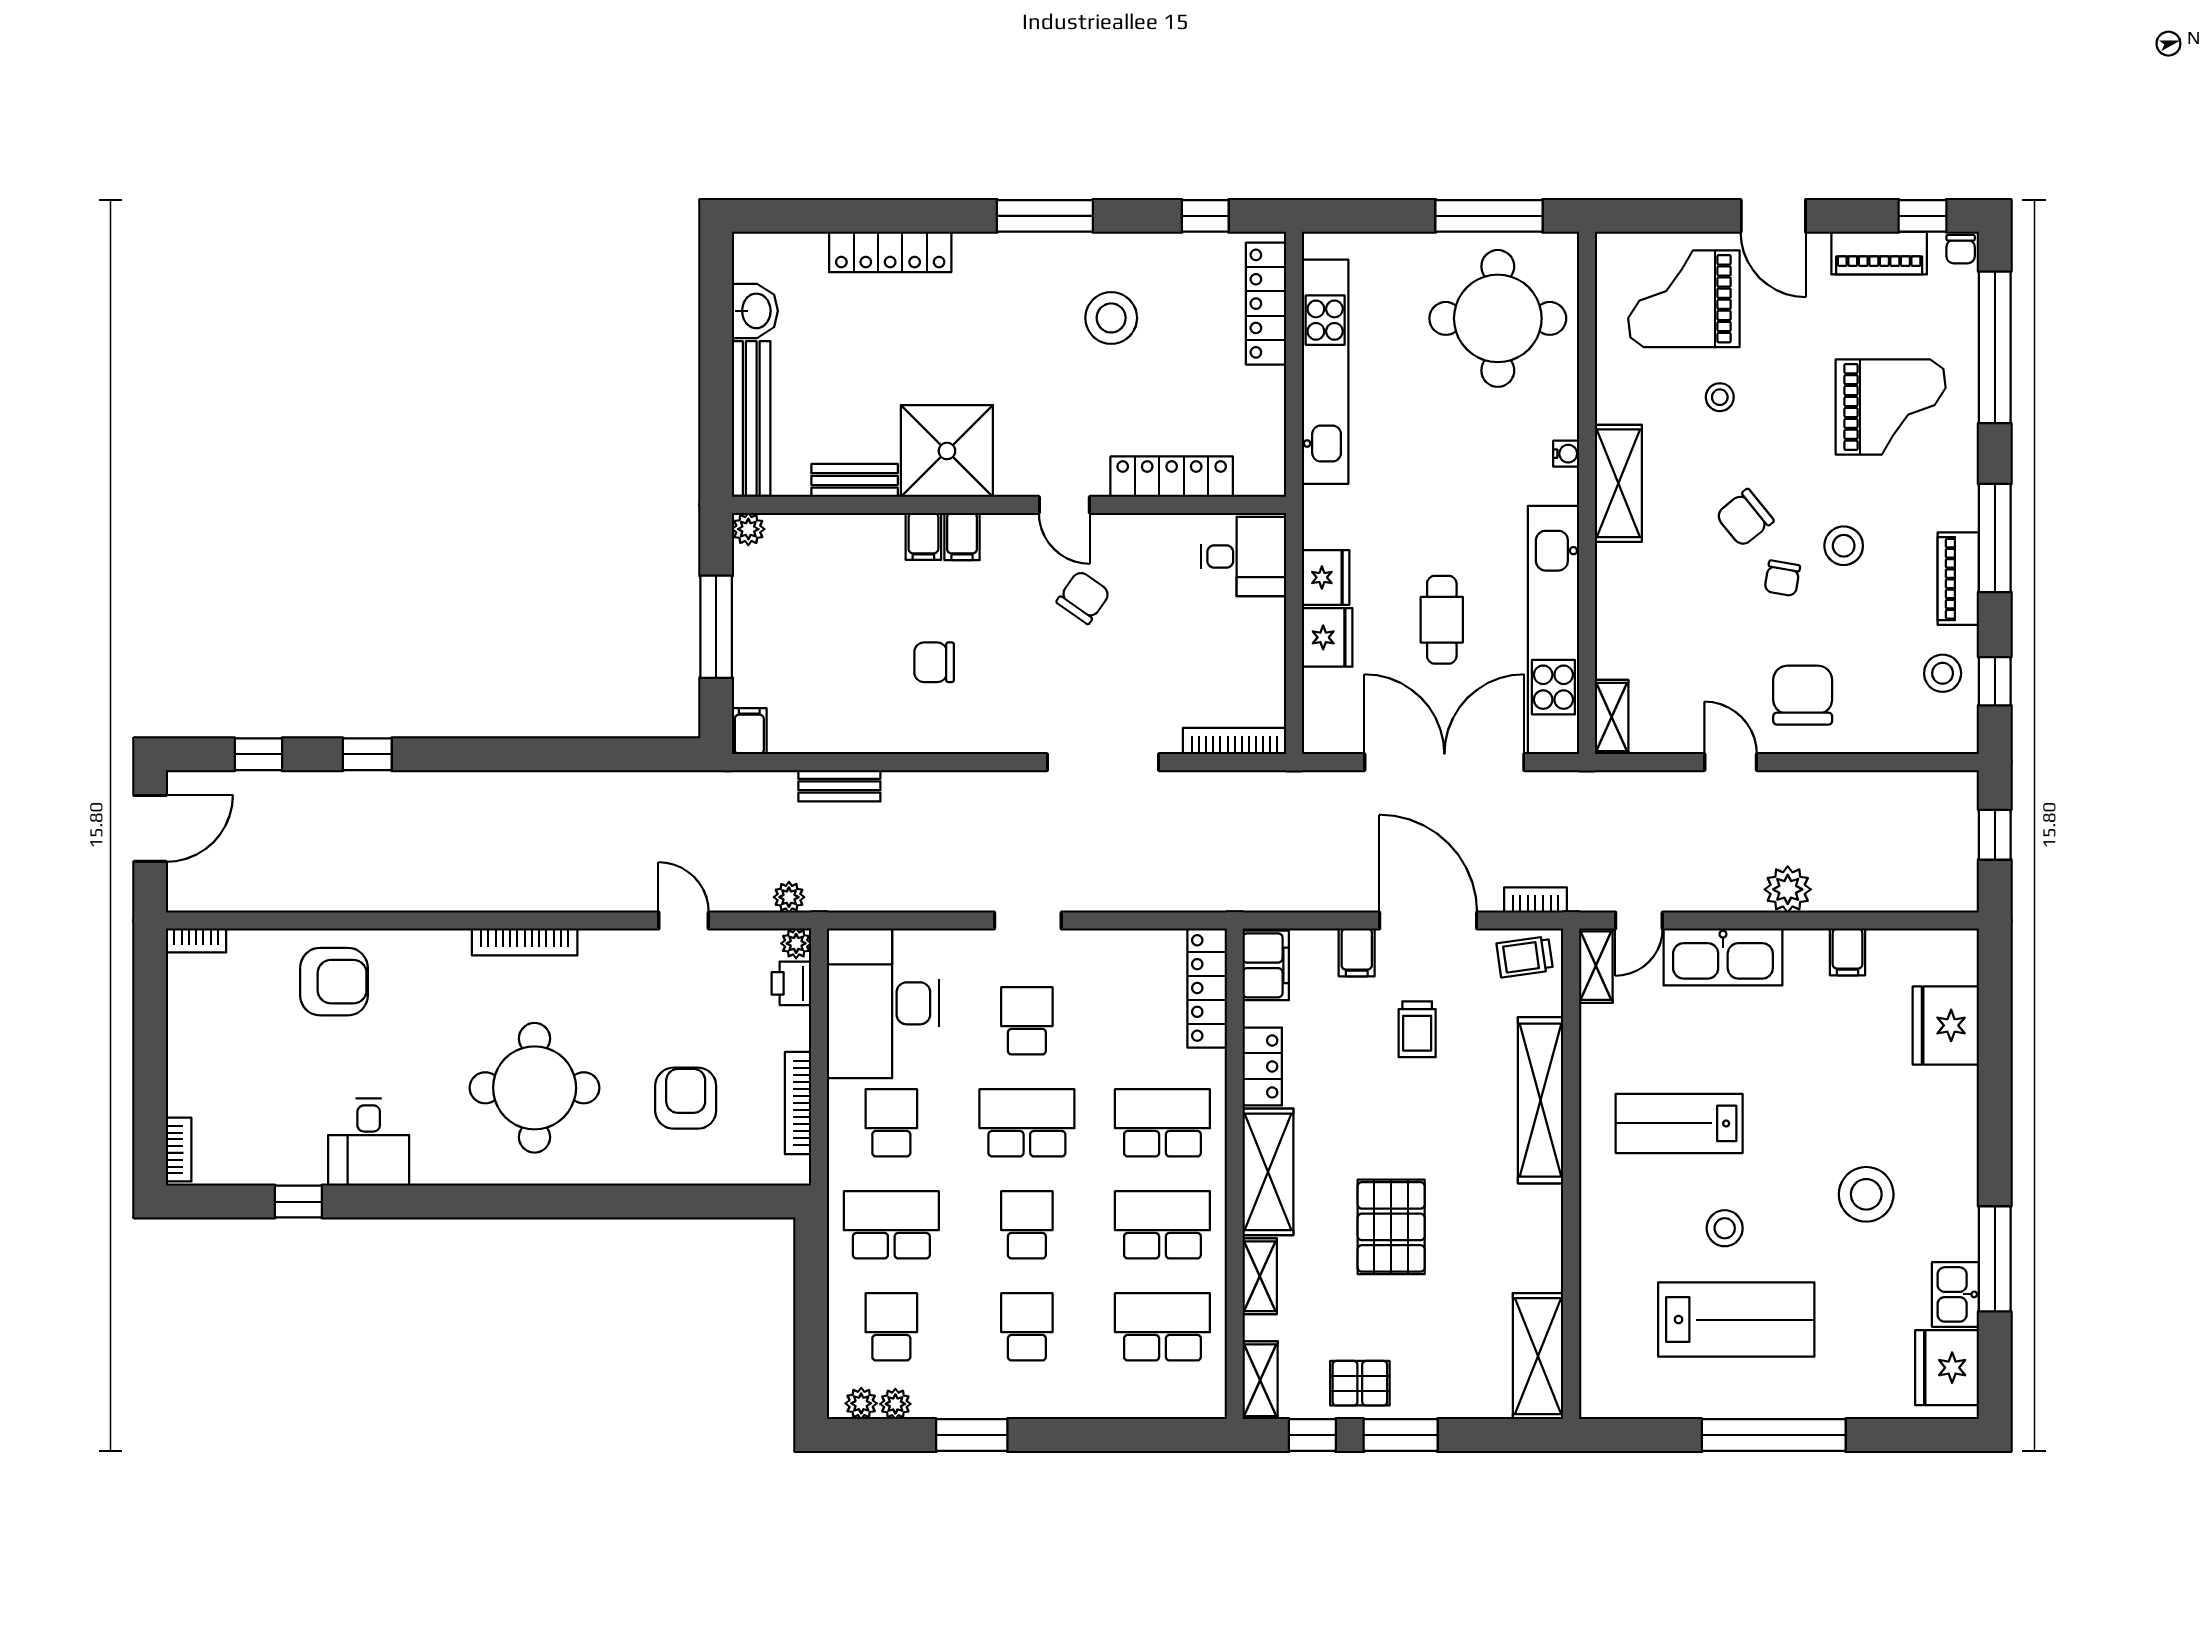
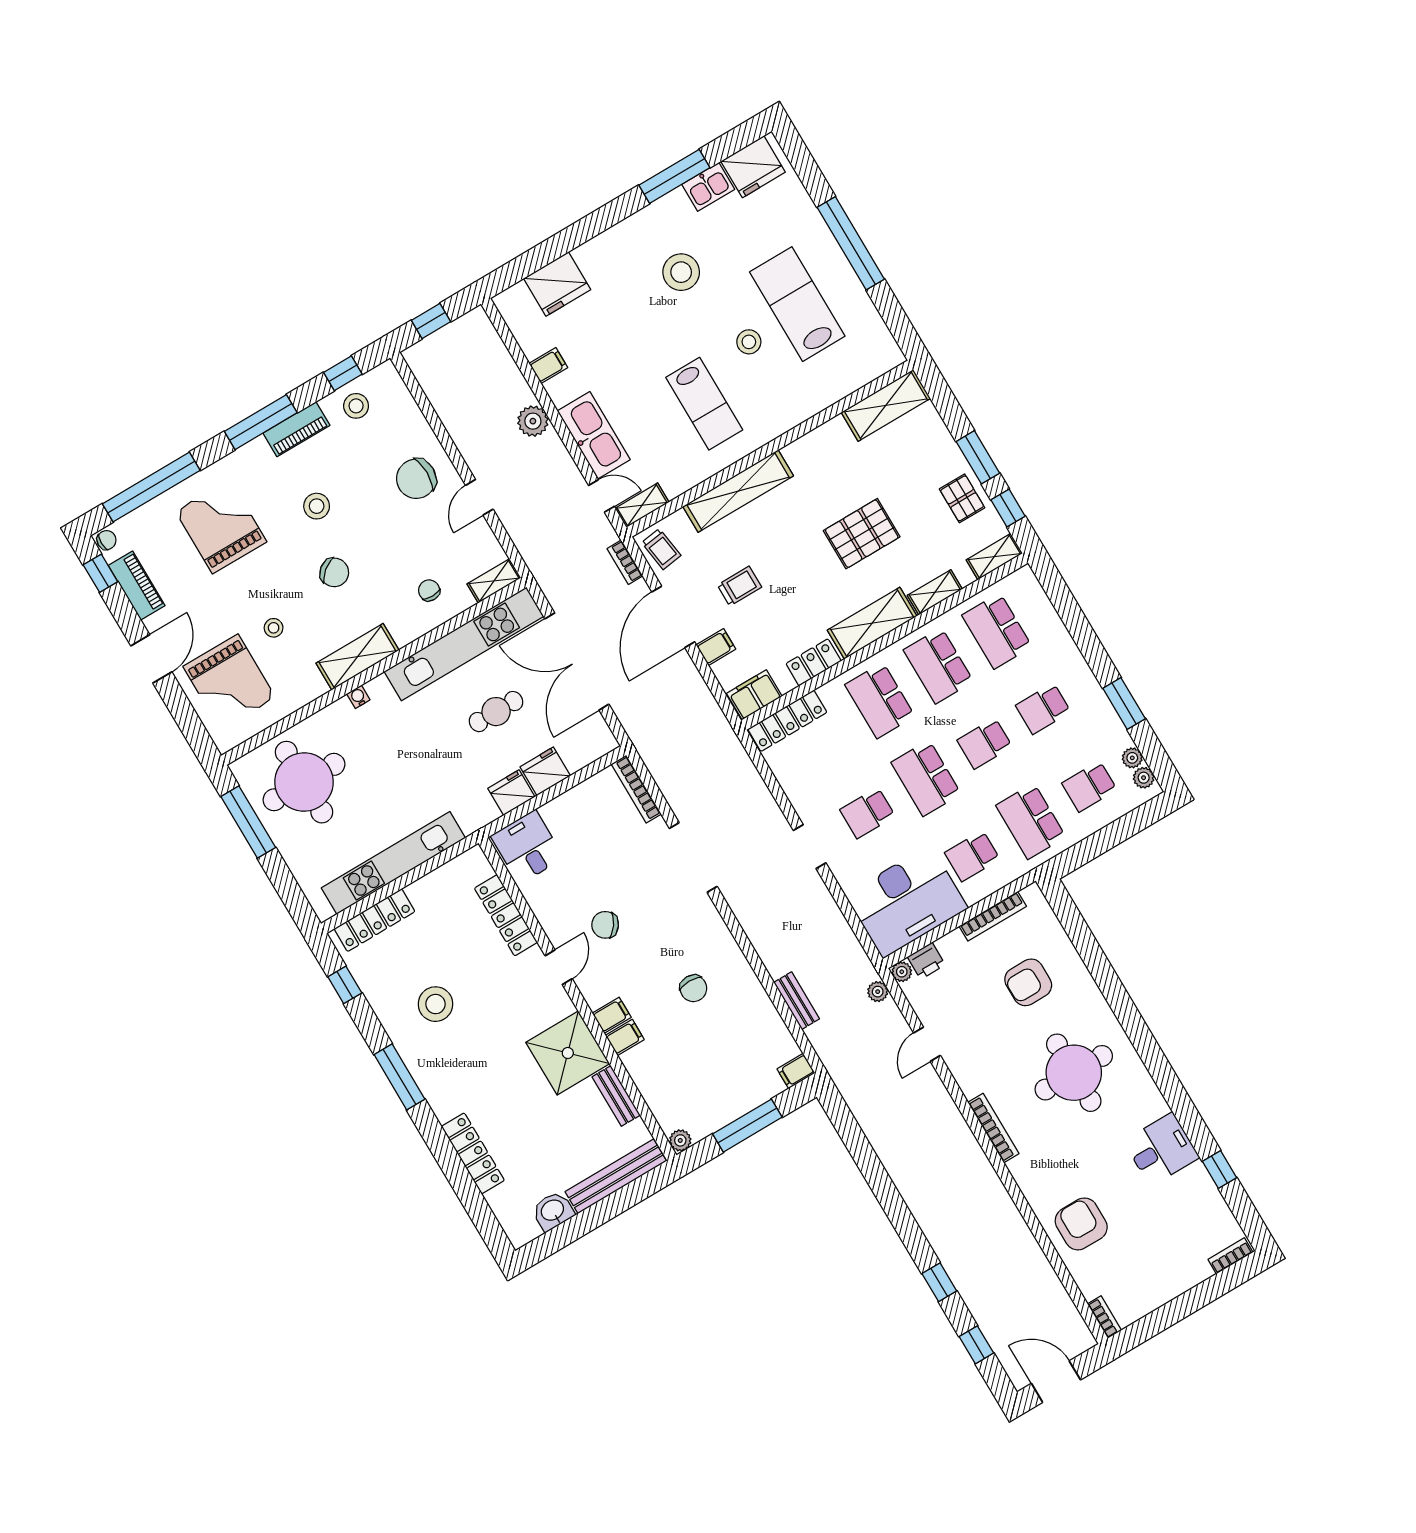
chair: (1782, 578) -> (429, 590), moved, turned -100

